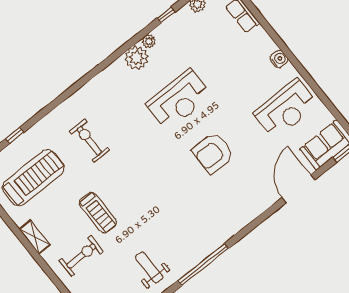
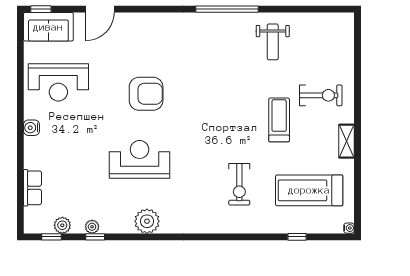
plant: (149, 41) -> (92, 227), moved
reception desk: (286, 109) -> (58, 82), turned 180
door: (298, 189) -> (100, 9), width x0.73
exercise bike: (81, 256) -> (321, 95), turned 180

